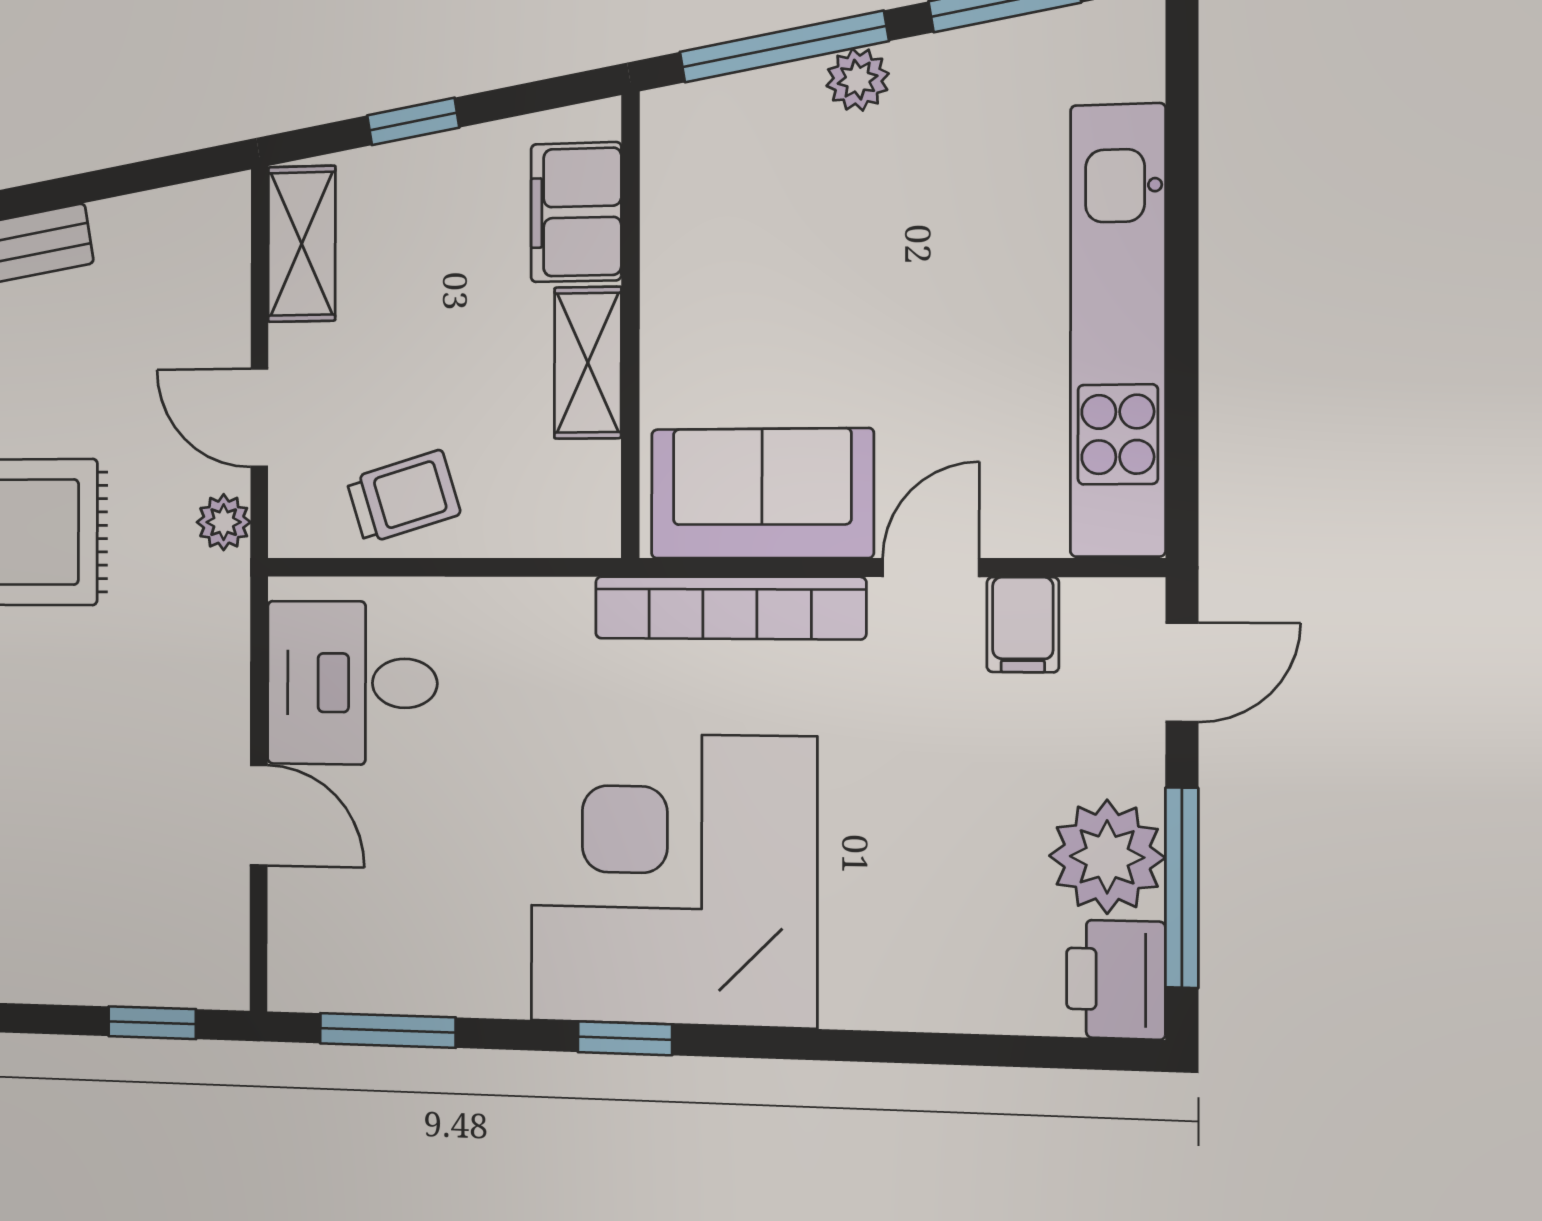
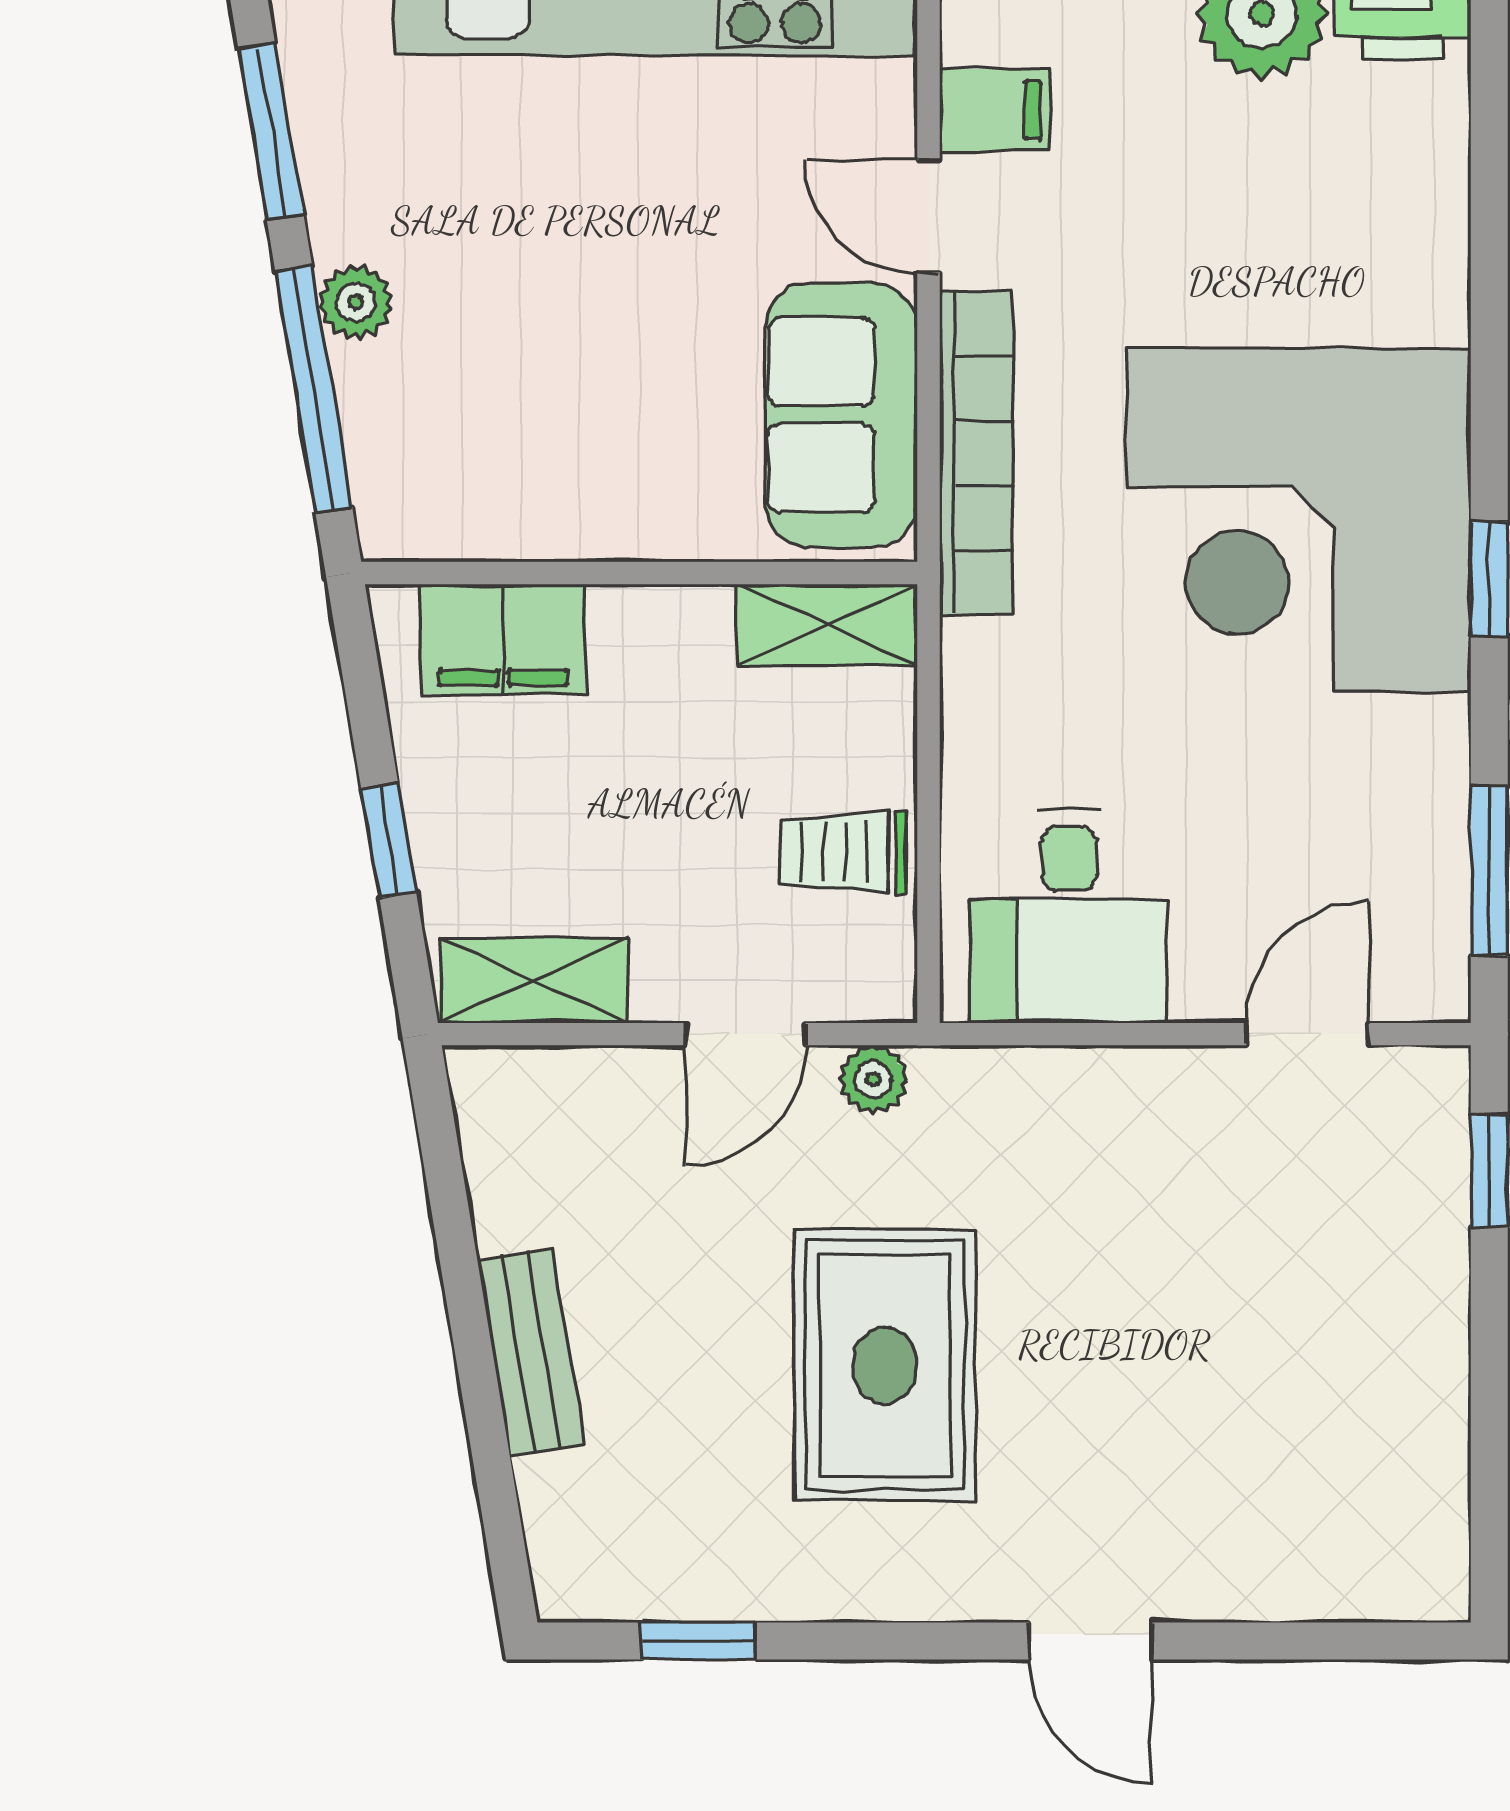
shelving: (588, 363) -> (827, 625), moved
trolley: (403, 497) -> (843, 852), turned -73
door: (259, 815) -> (1308, 1034), moved

